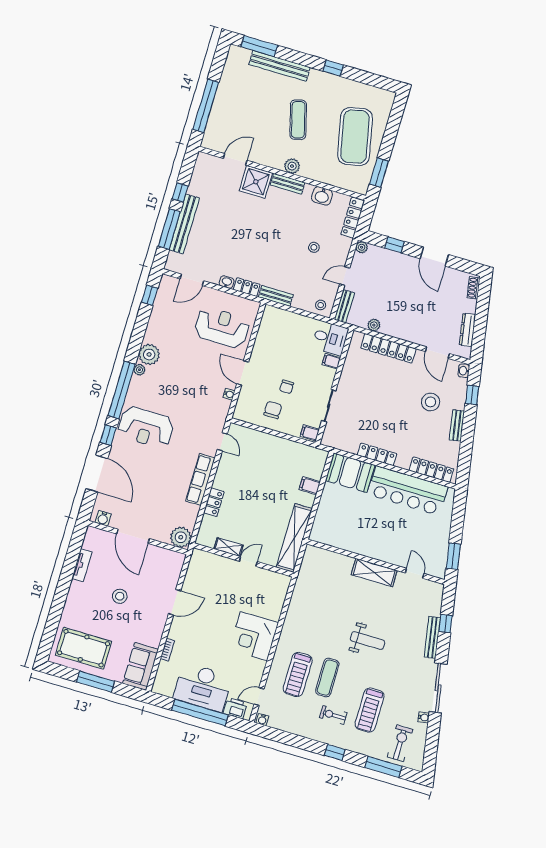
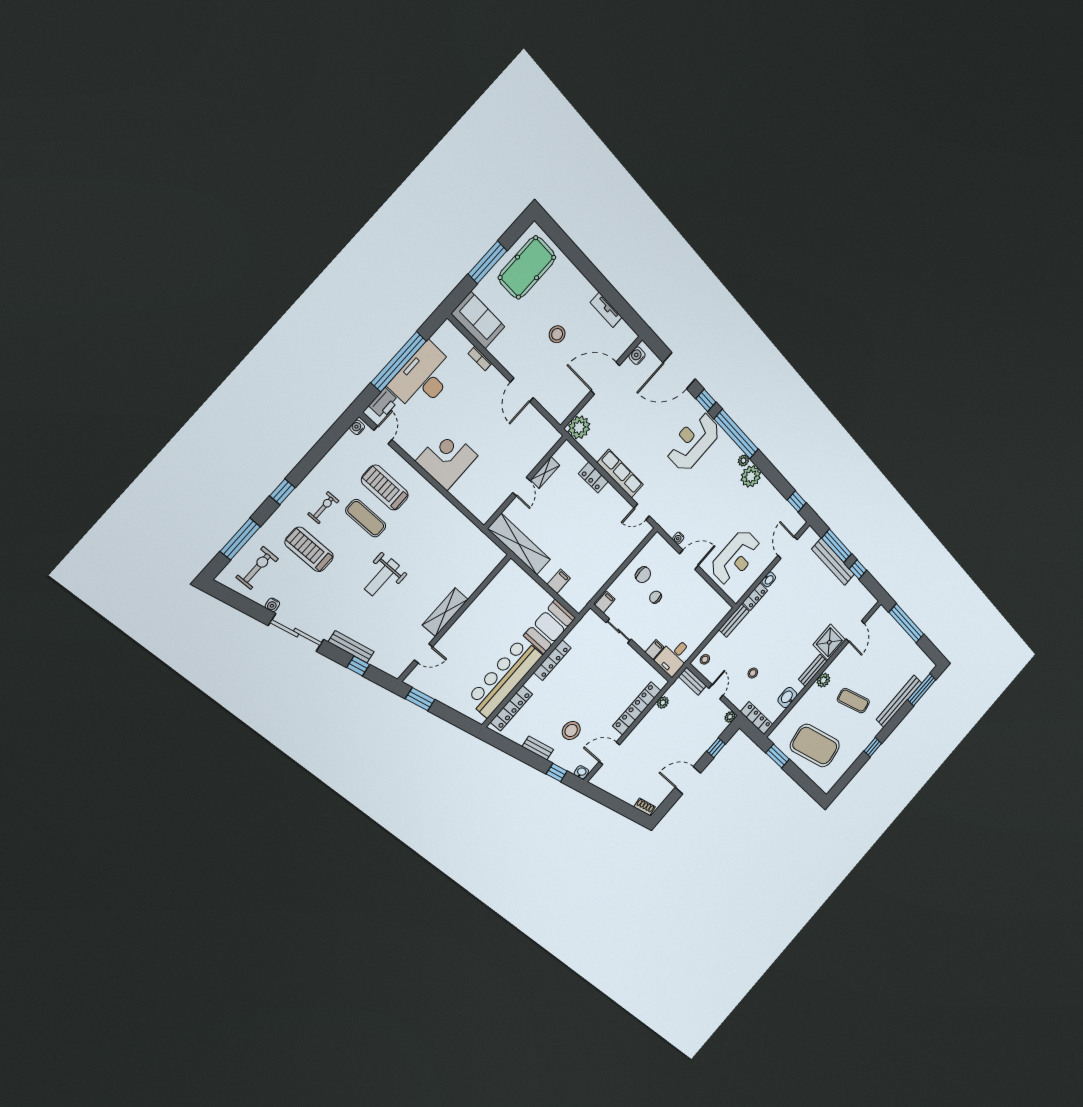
dresser: (467, 330) -> (614, 789), removed
exercise bike: (400, 743) -> (257, 568), turned -90

